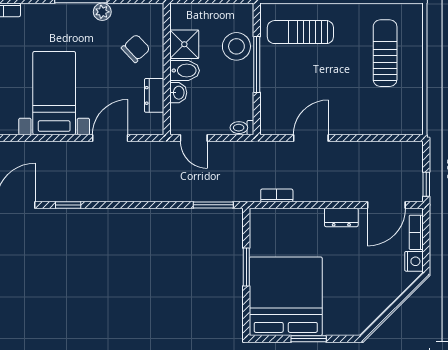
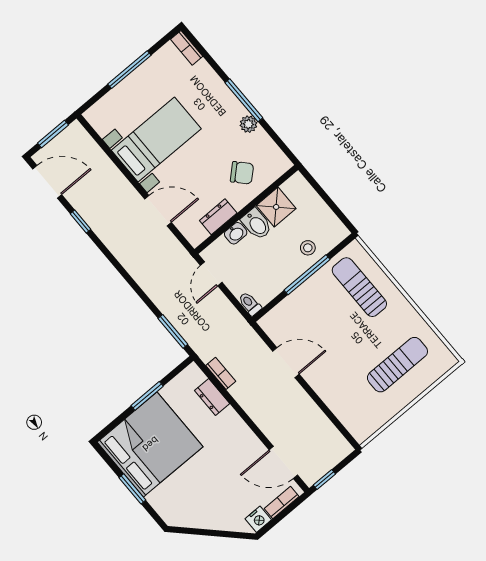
stool: (236, 46) -> (308, 248), width x0.53, depth x0.53
dresser: (341, 217) -> (212, 397), moved

